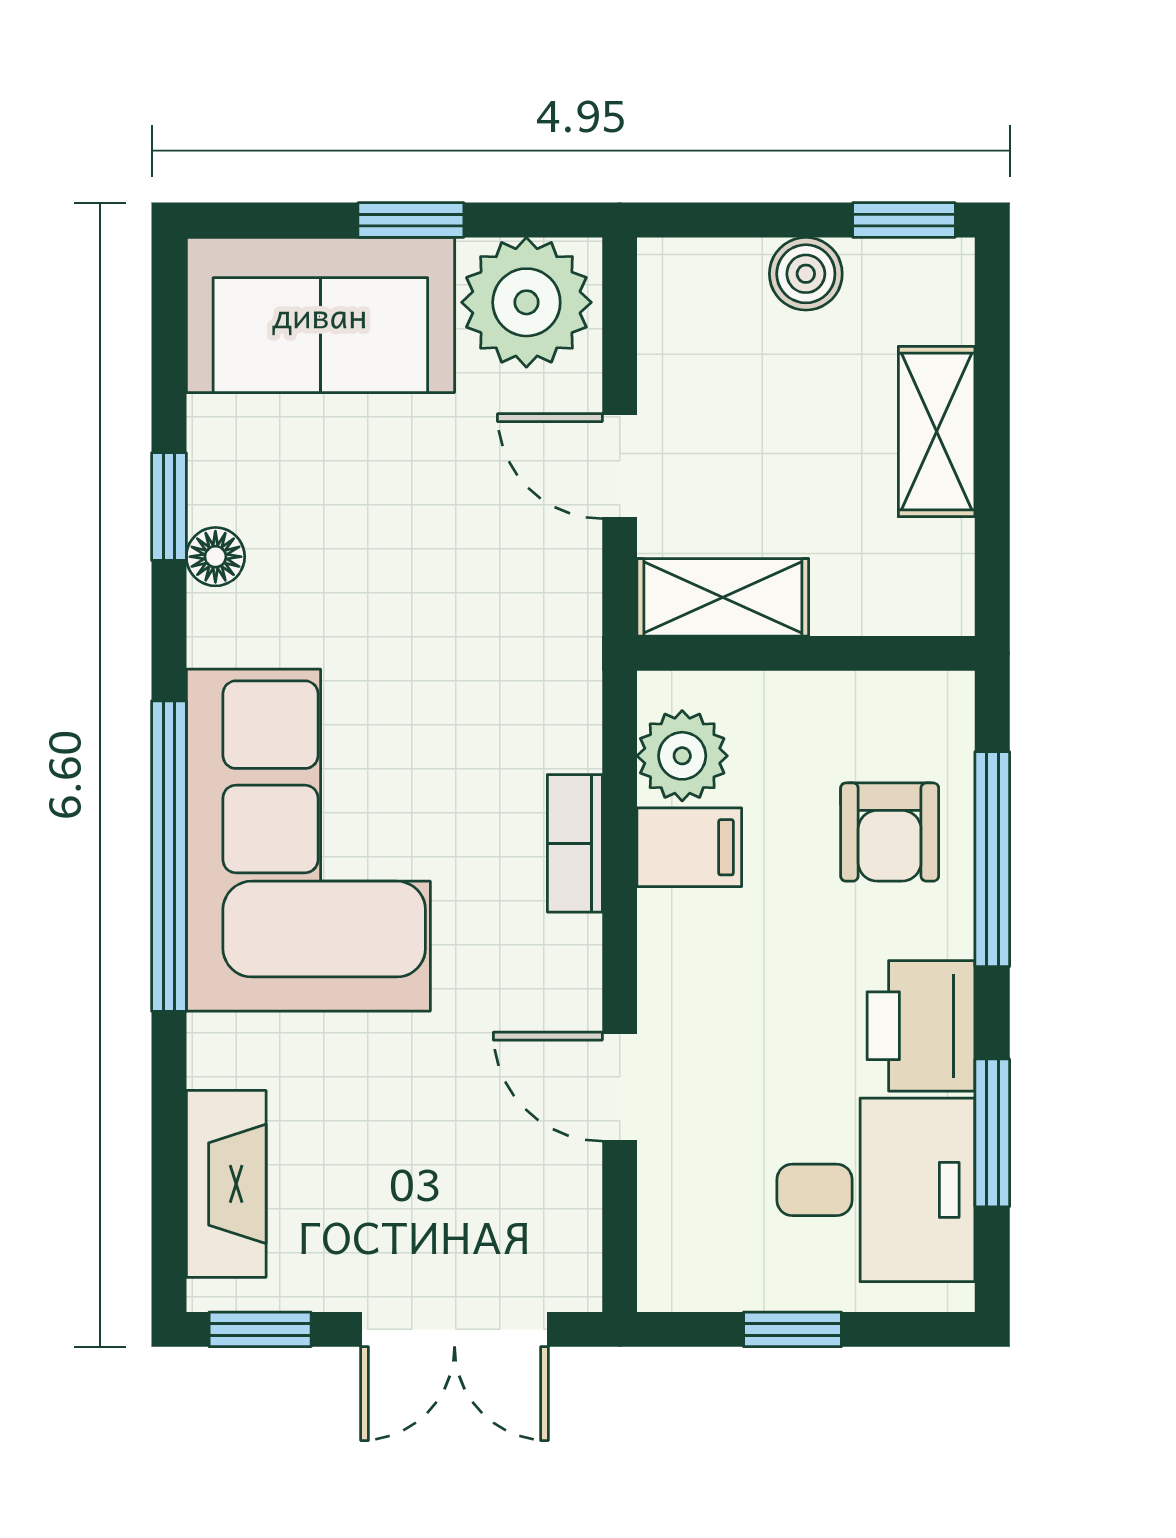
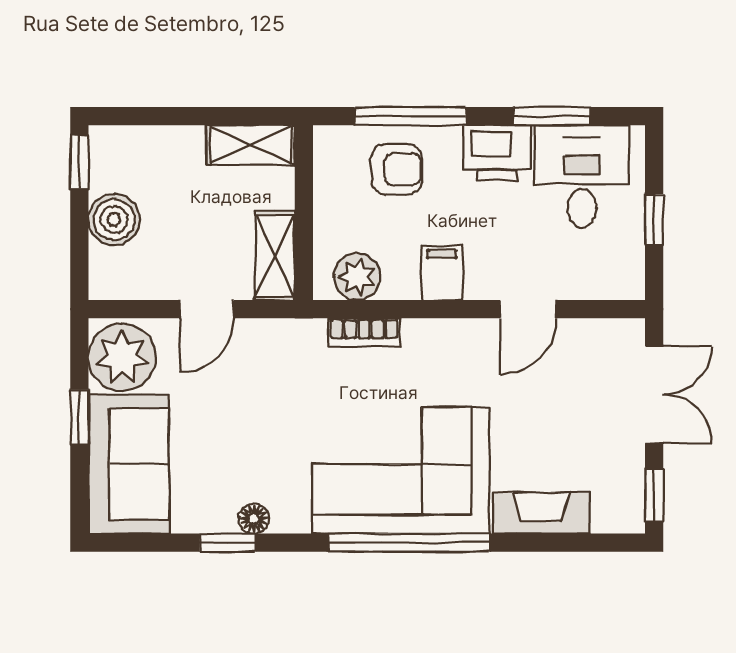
boiler: (806, 274) -> (114, 220), width x1.36, depth x1.36
shelving: (937, 432) -> (251, 145), moved
bookcase: (575, 843) -> (364, 332), moved
filing cabinet: (689, 847) -> (442, 273), moved
fireplace: (226, 1184) -> (541, 513), moved

